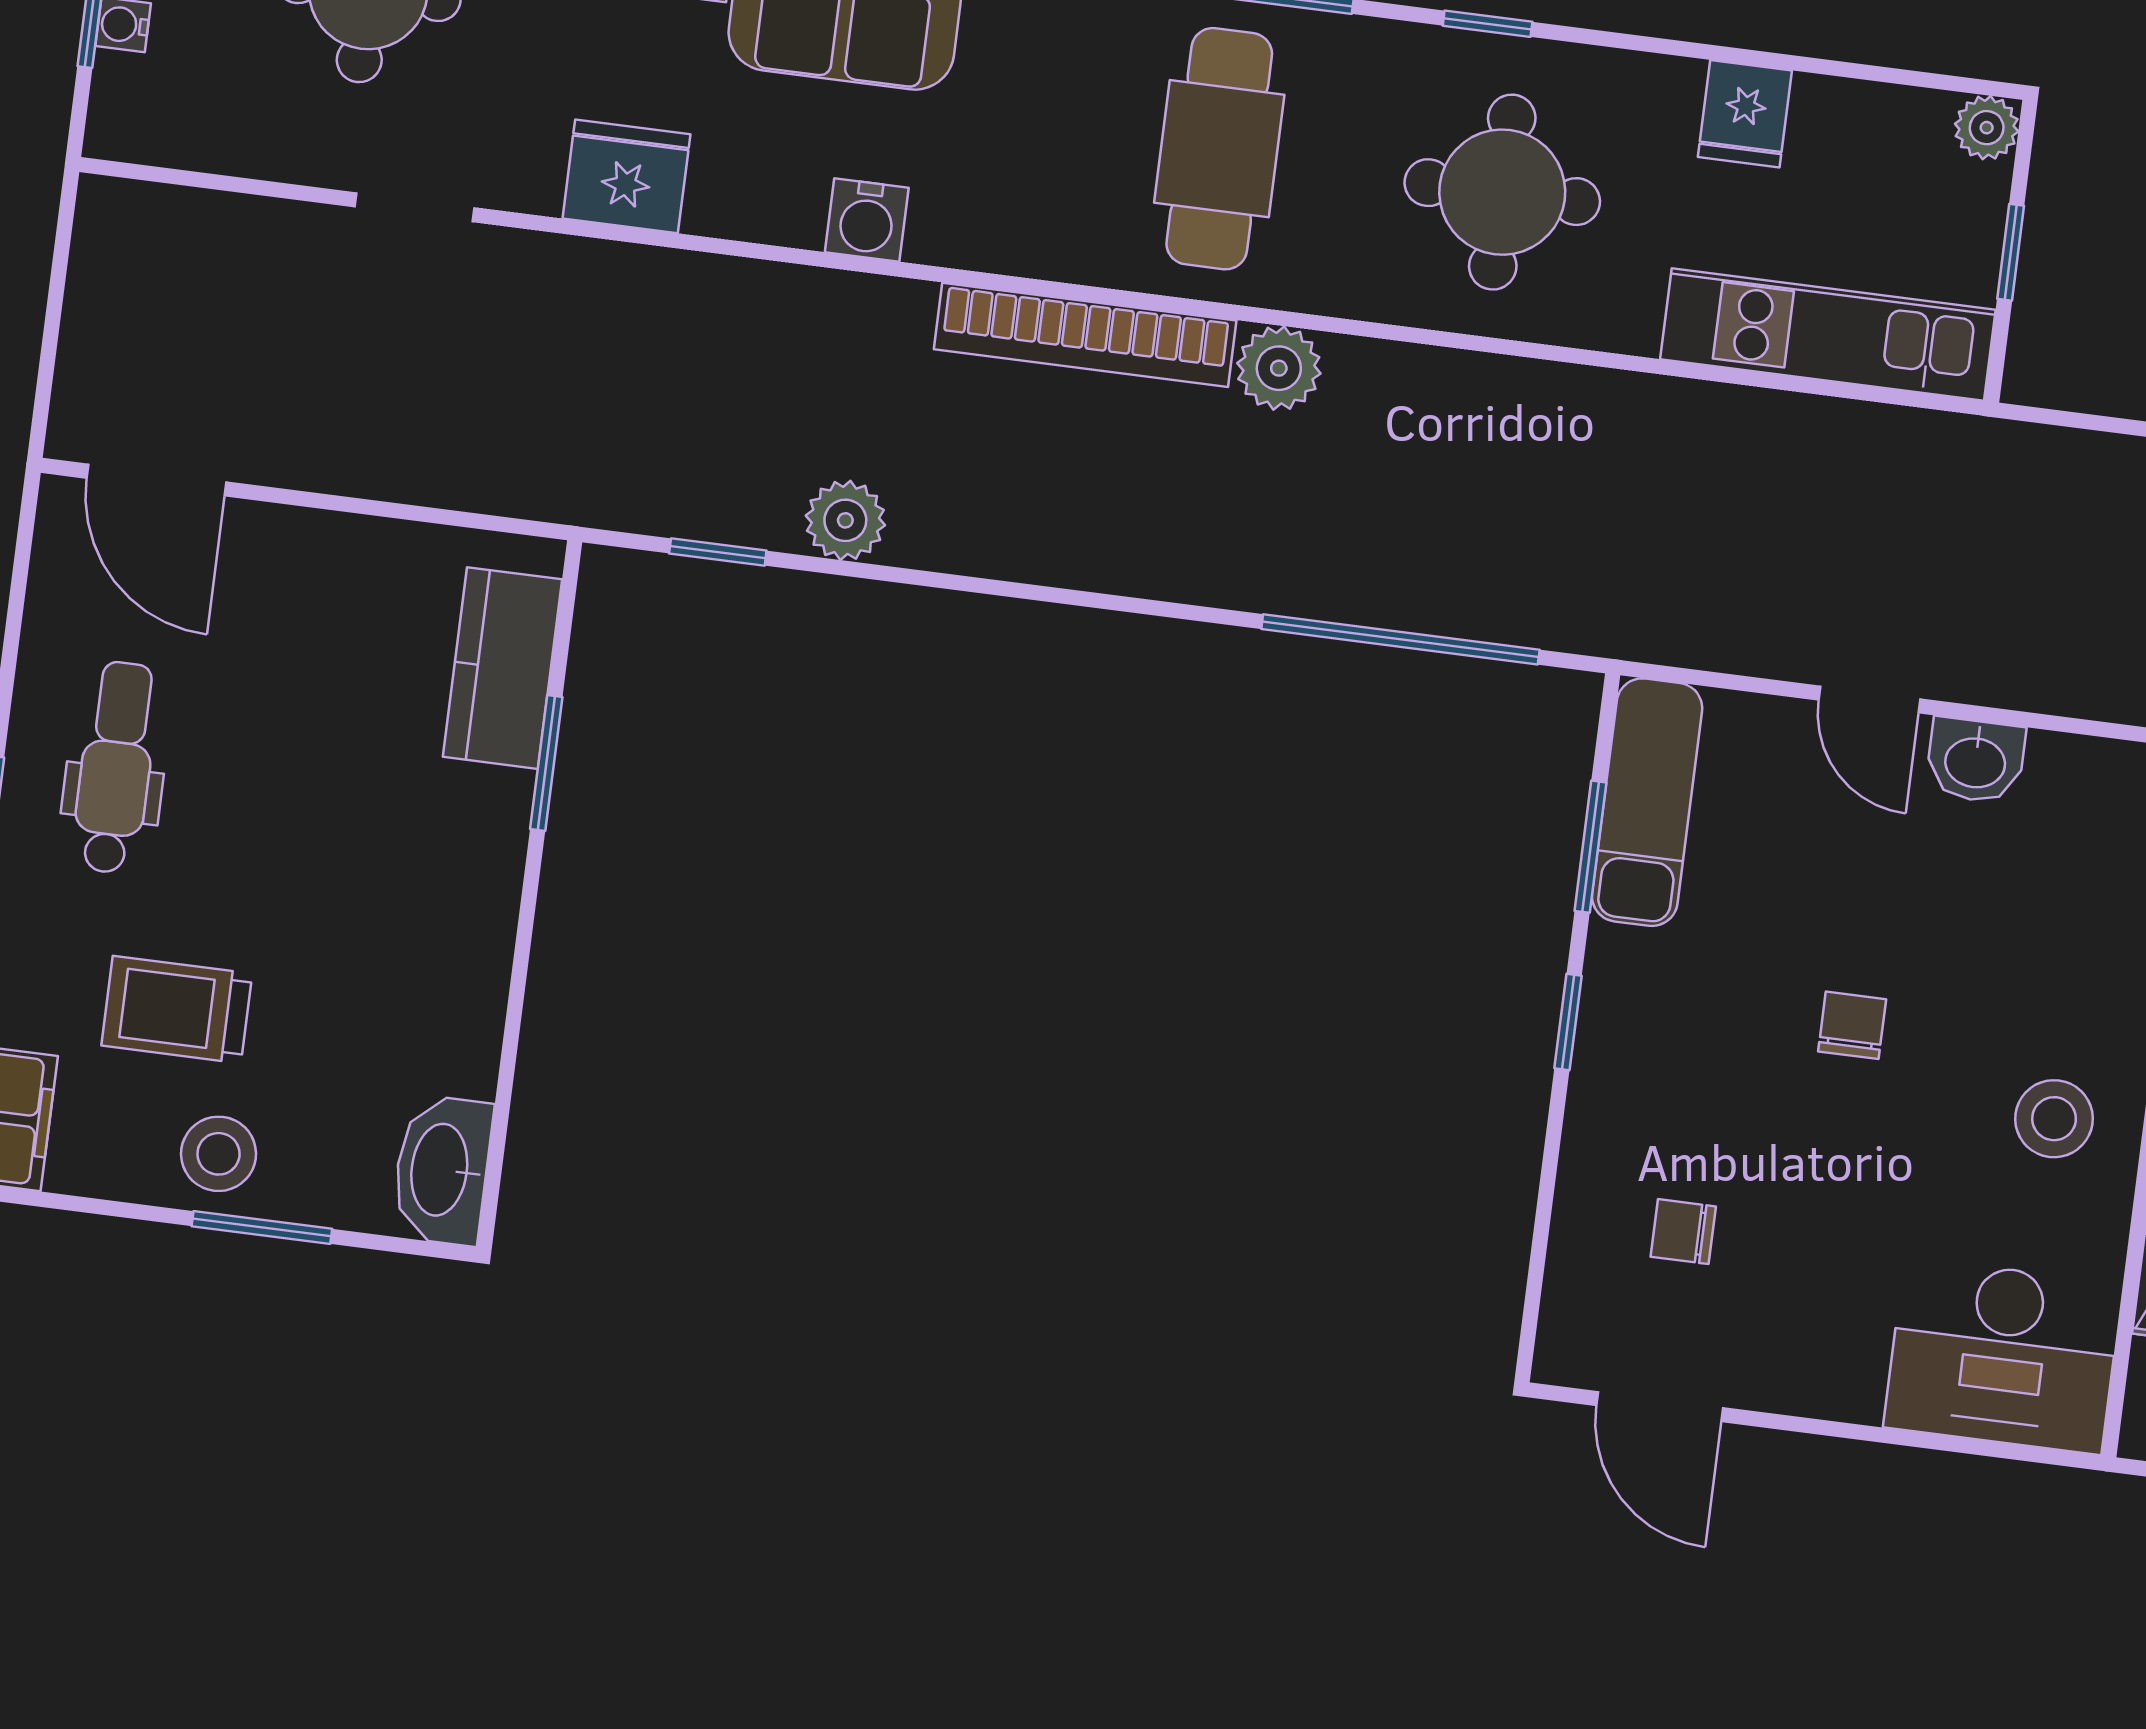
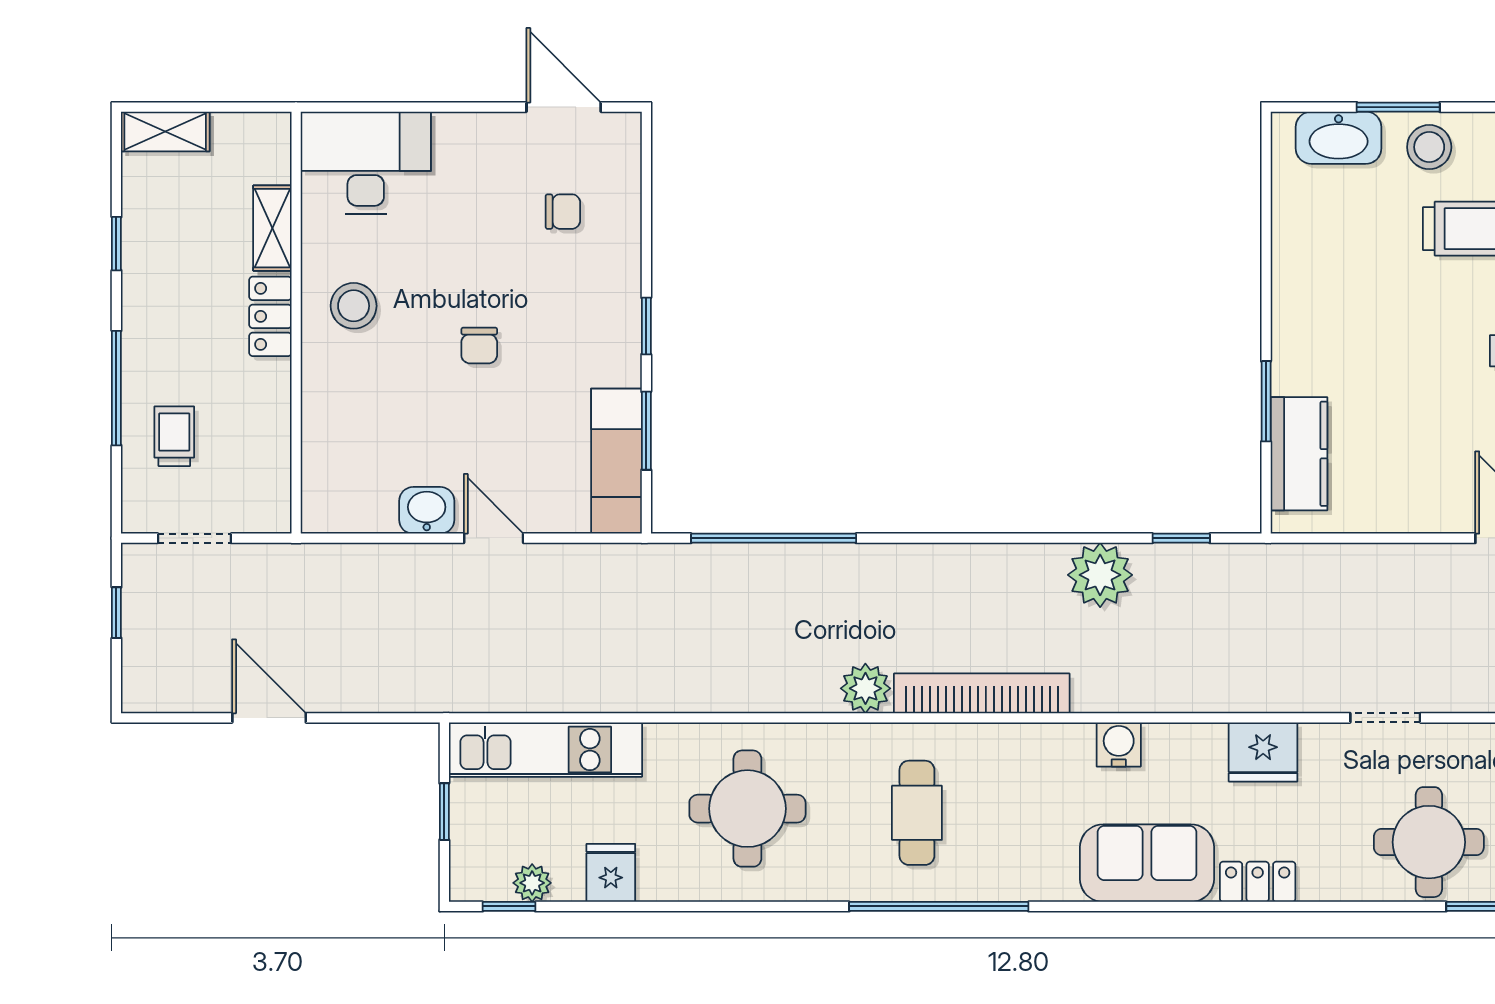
window: (1488, 24) -> (509, 906), moved
plant: (1987, 128) -> (532, 883), moved
cafe table: (1219, 149) -> (917, 813), width x0.73, depth x0.74
plant: (845, 520) -> (1100, 575), width x1.36, depth x1.36
washbasin: (442, 1170) -> (1339, 138), moved, turned 90

